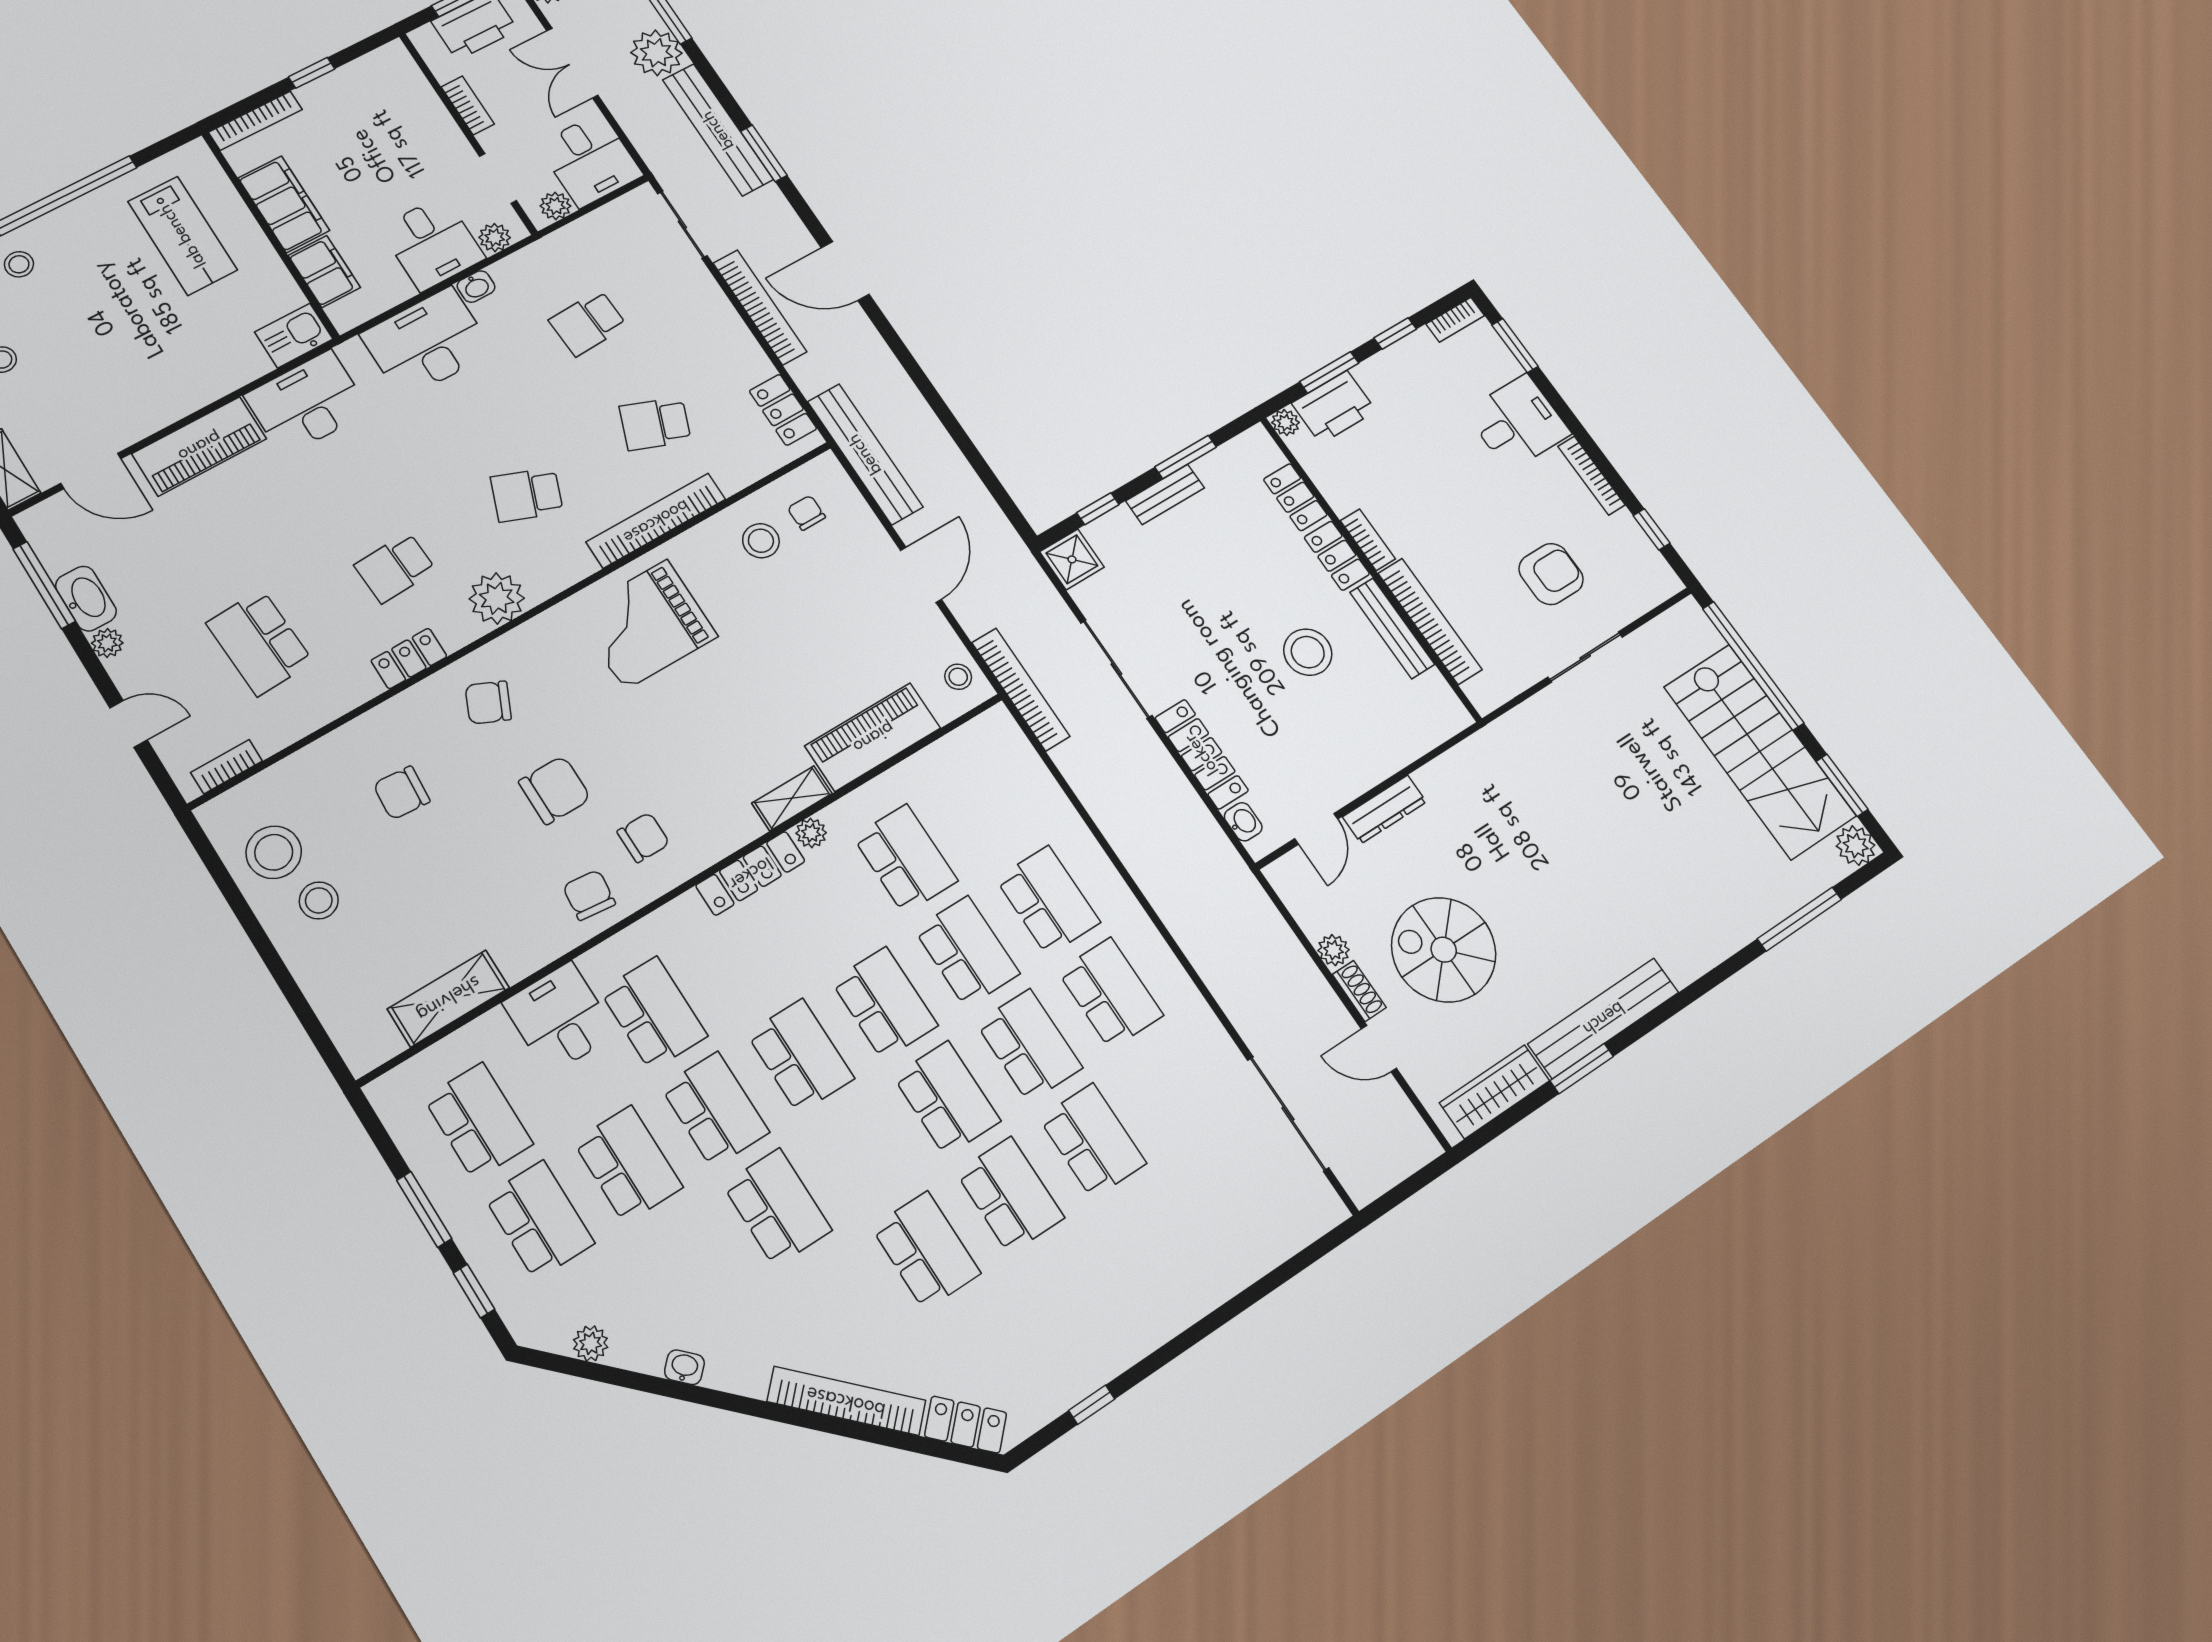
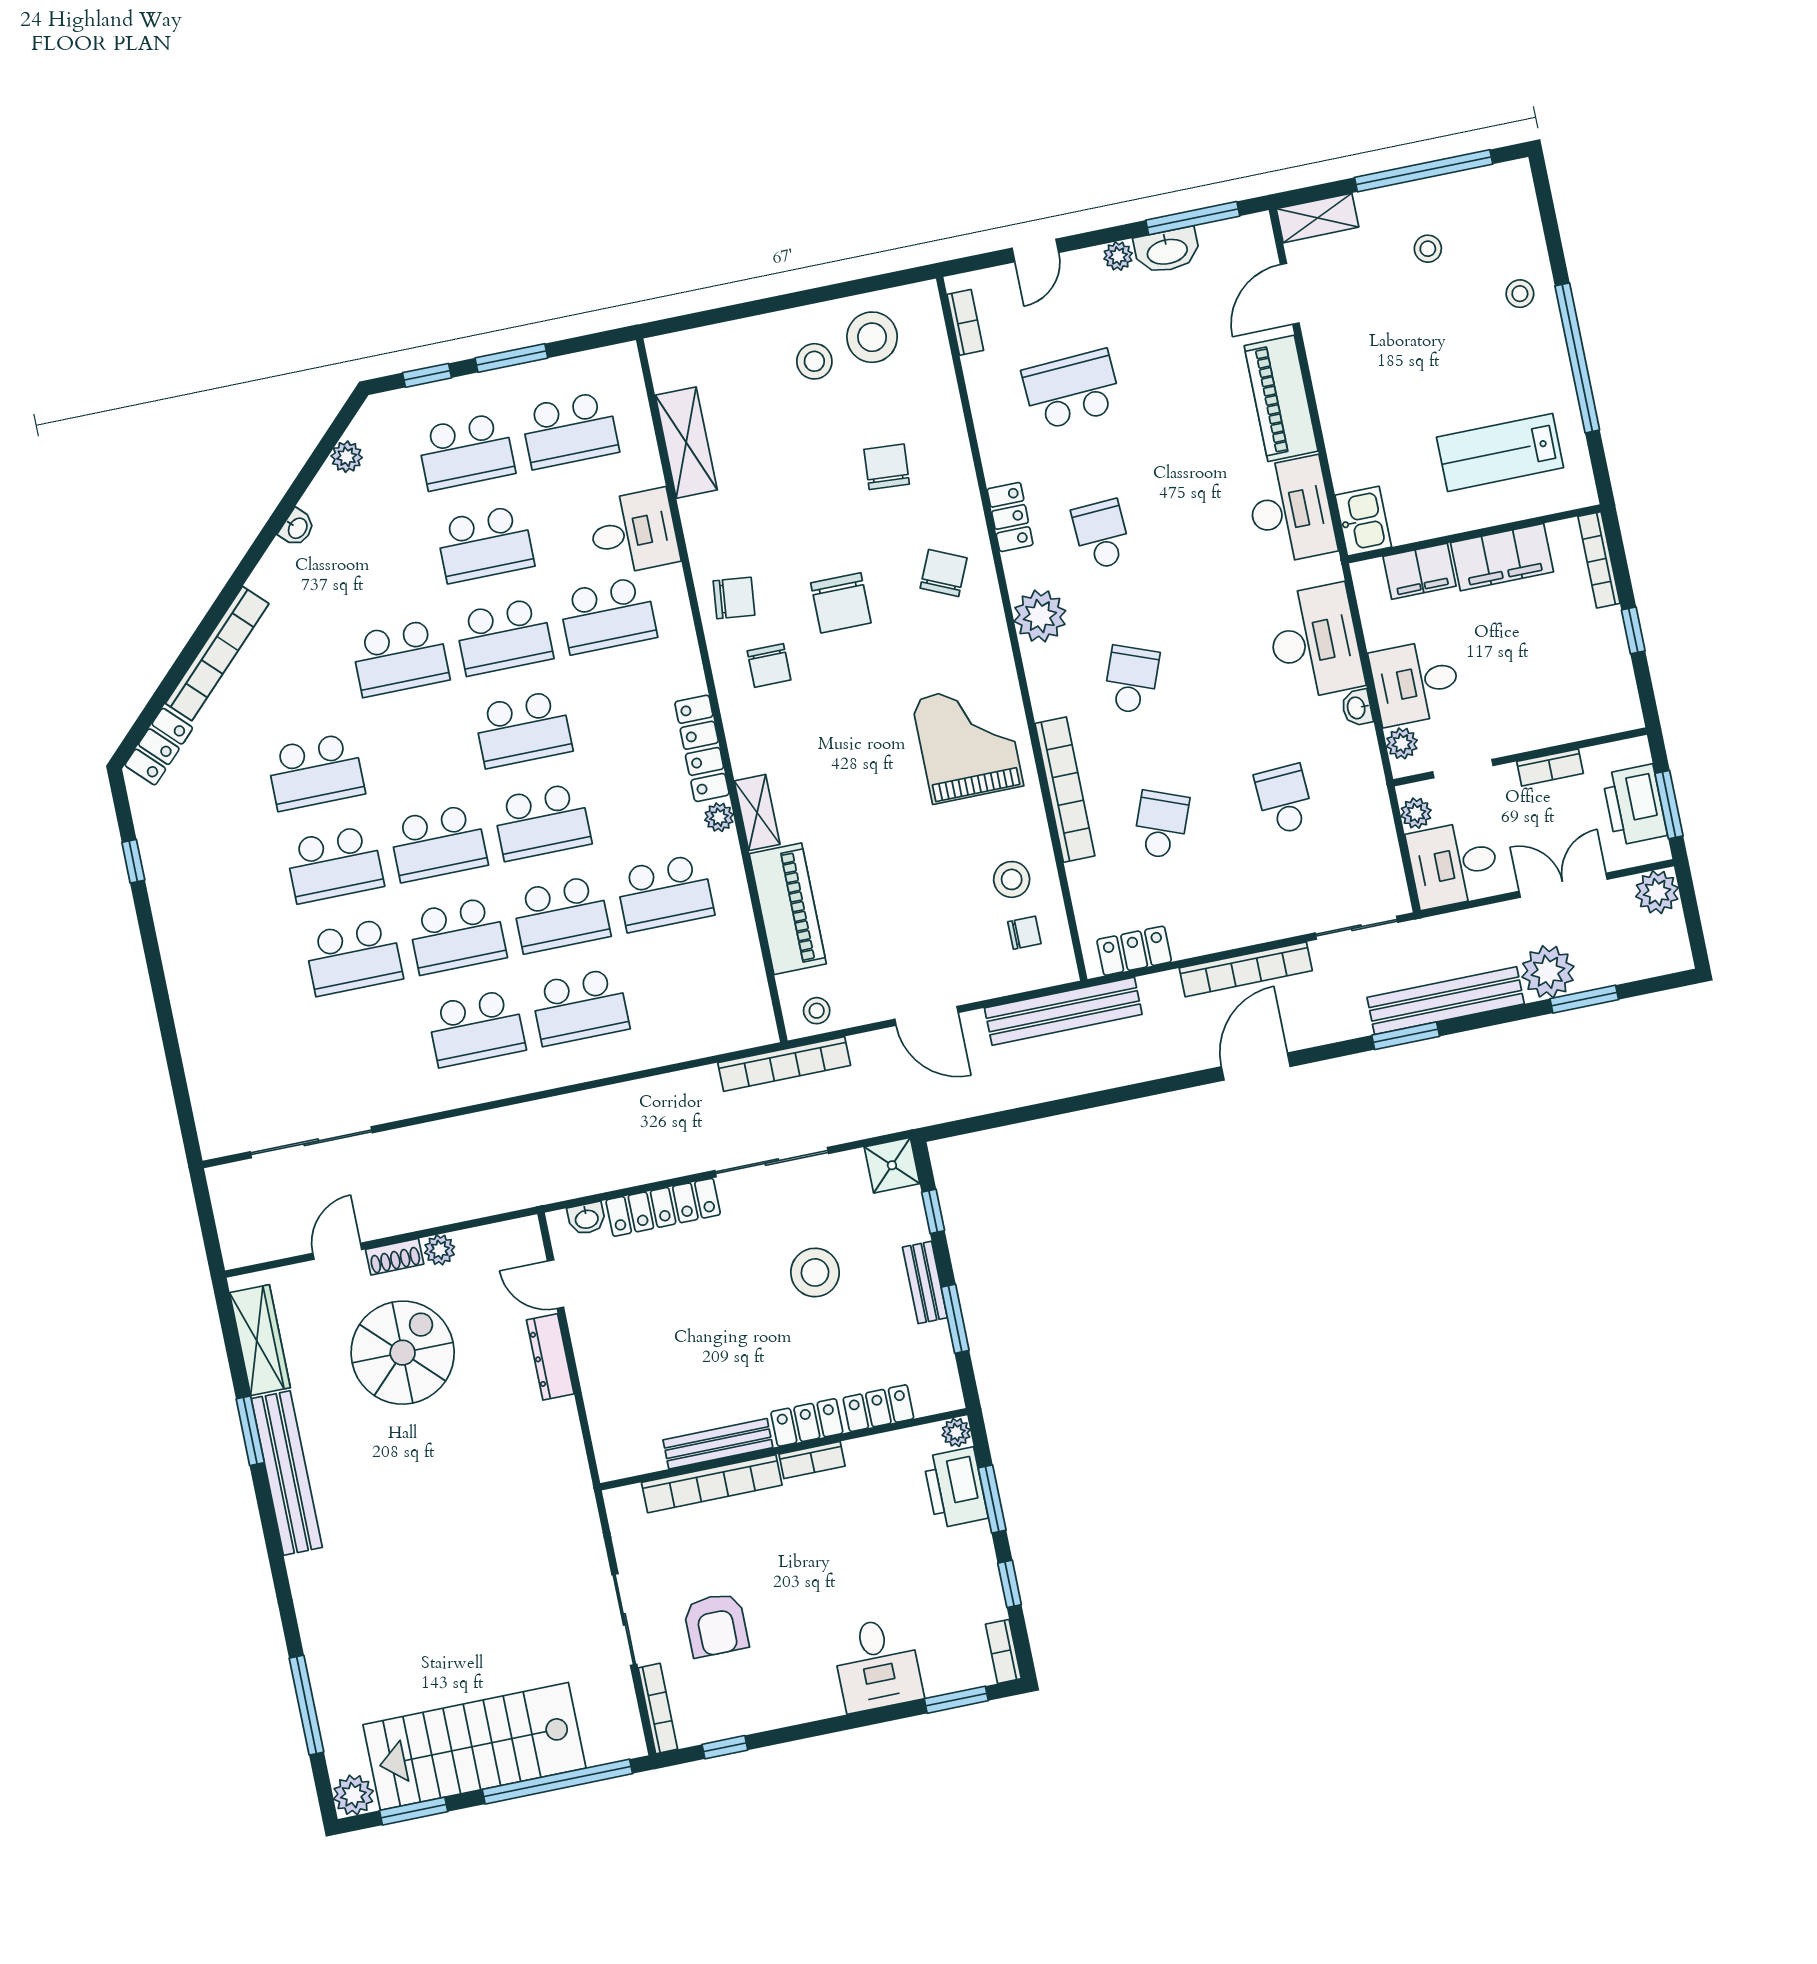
bookcase: (1591, 476) -> (658, 1709), moved, turned 90
stool: (1308, 652) -> (815, 1272), moved

